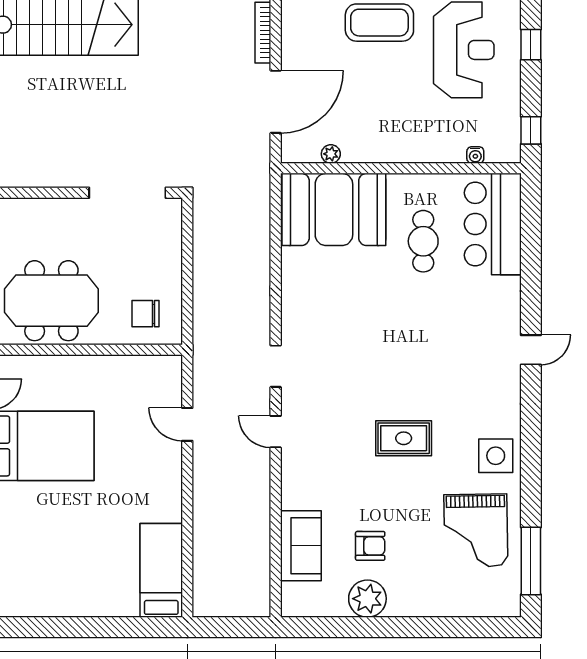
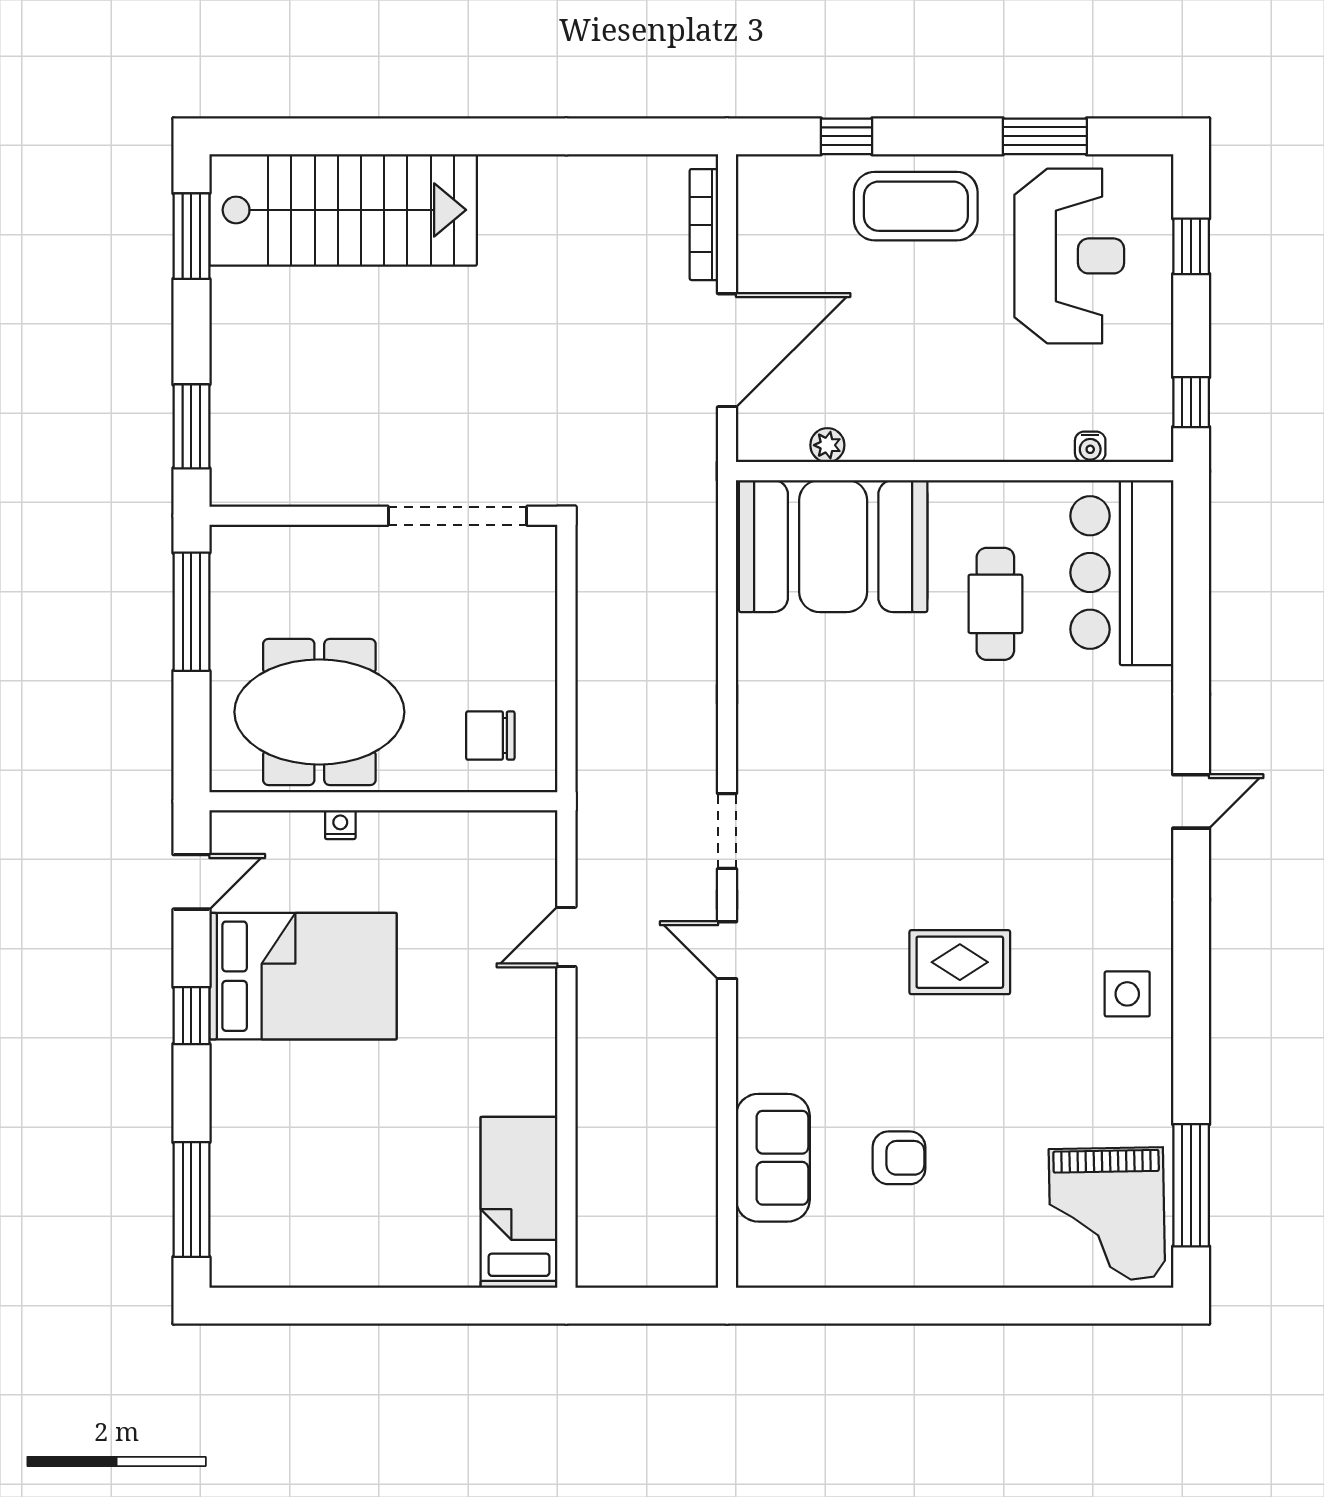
nightstand: (63, 363) -> (340, 825), added
door: (187, 424) -> (566, 937), hinge flipped
side table: (496, 456) -> (1127, 994), width x0.73, depth x0.73
grand piano: (476, 530) -> (1107, 1214), moved
plant: (367, 599) -> (894, 1254), removed

